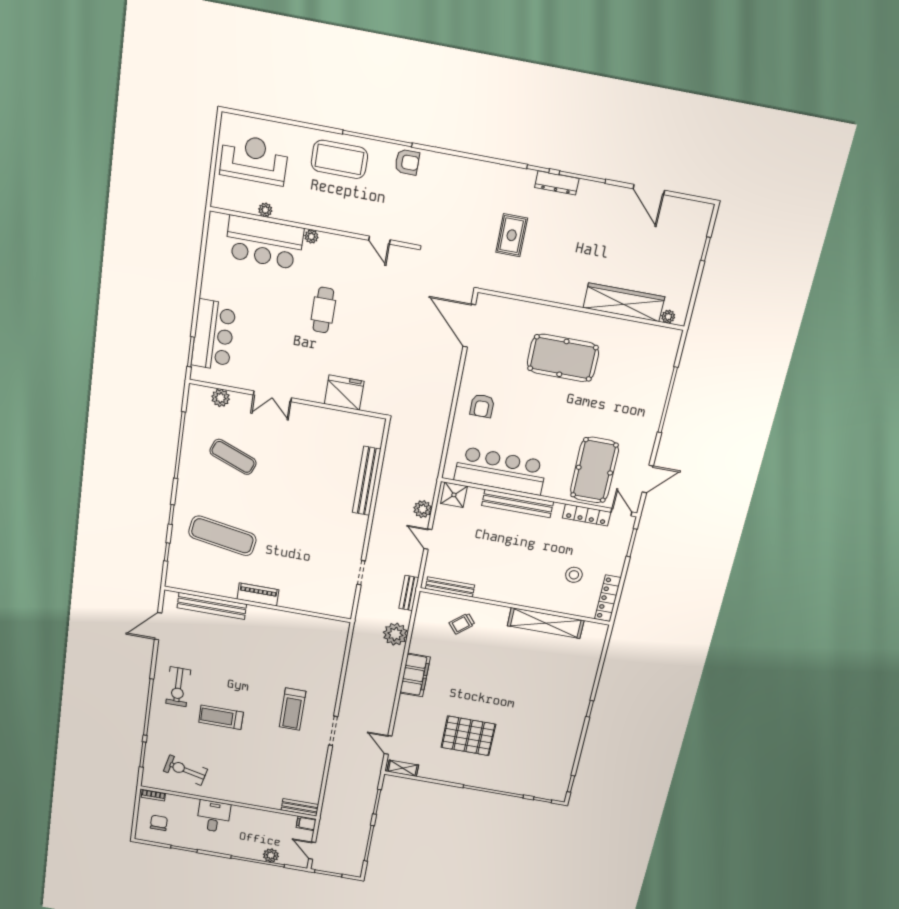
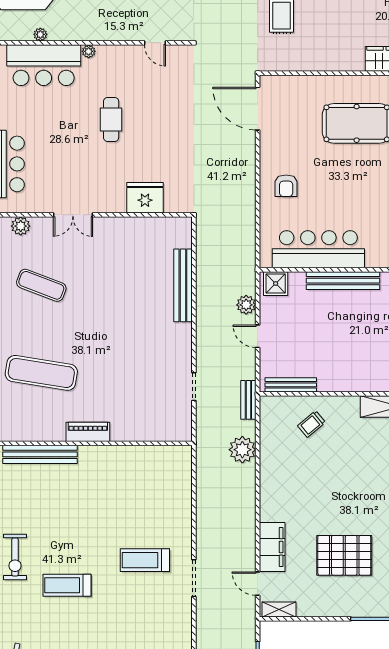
filing cabinet: (415, 675) -> (272, 547), moved
treadmill: (293, 709) -> (145, 560), turned 90

